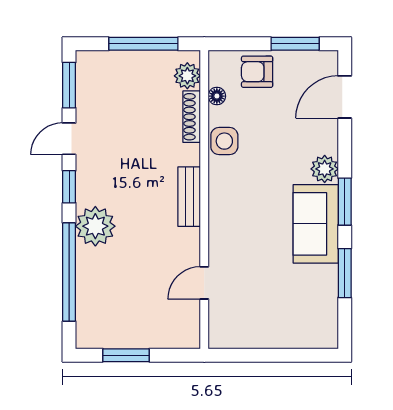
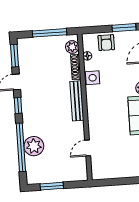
armchair: (257, 72) -> (106, 43), turned -90
bench: (189, 197) -> (77, 101), width x1.36
plant: (95, 226) -> (34, 146), moved

